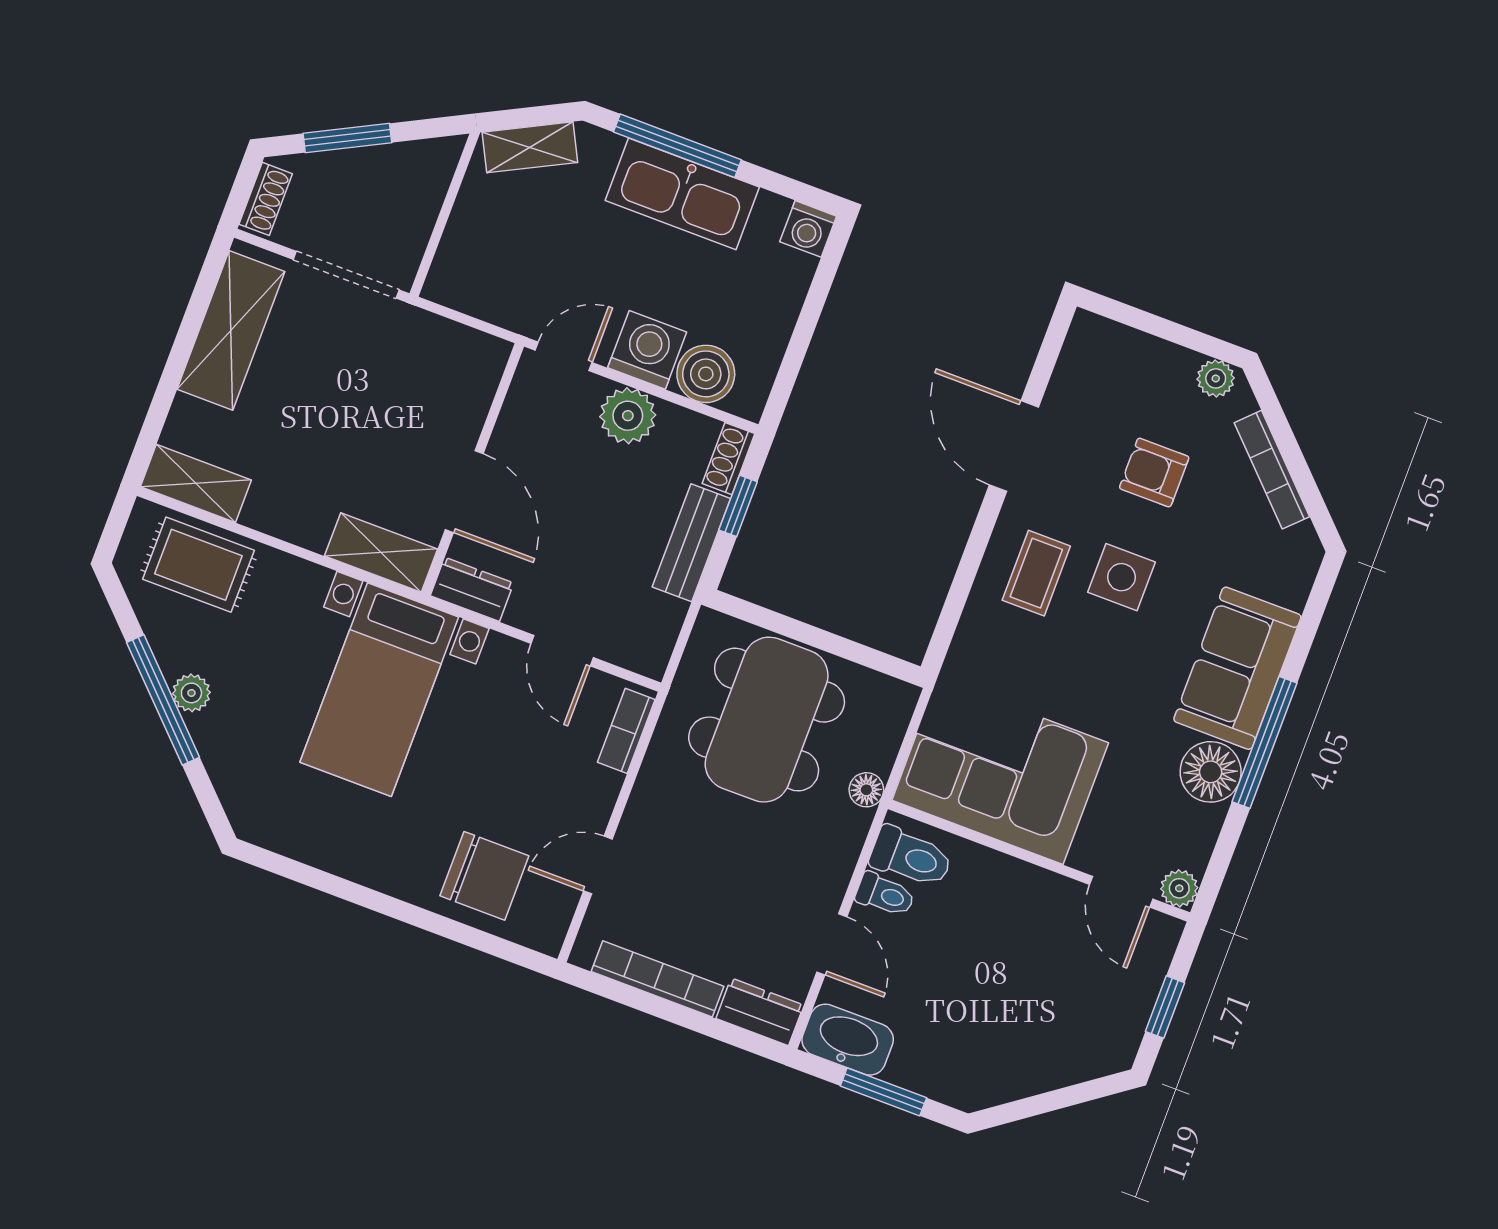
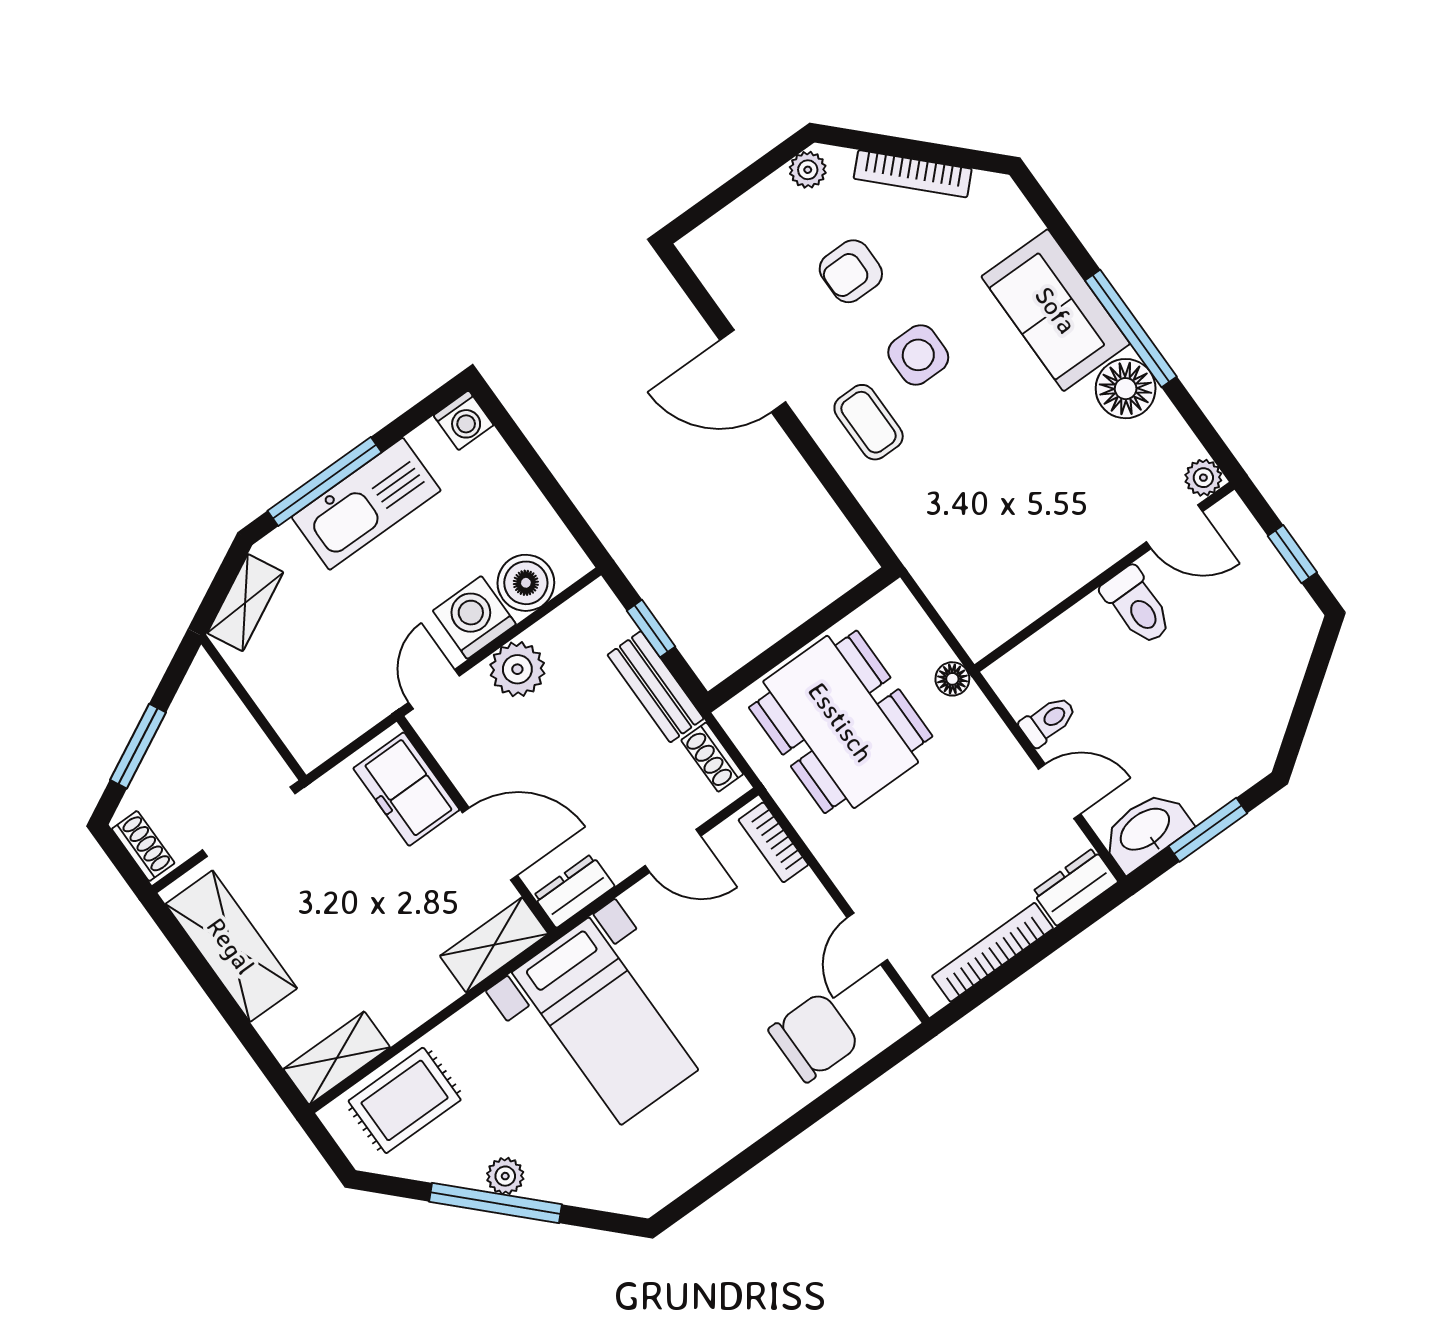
freezer: (463, 390) -> (406, 789), added
shoe rack: (729, 459) -> (712, 757), moved
corner sofa: (1000, 771) -> (1010, 560), removed
toilet: (911, 857) -> (1137, 606), moved, turned 90

